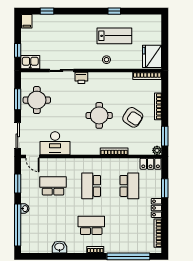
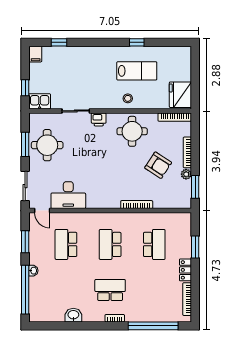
round table: (99, 115) -> (132, 131), moved
plant: (157, 150) -> (186, 174), moved
locker: (151, 164) -> (179, 219), removed
school desk: (53, 186) -> (66, 244), turned -90

